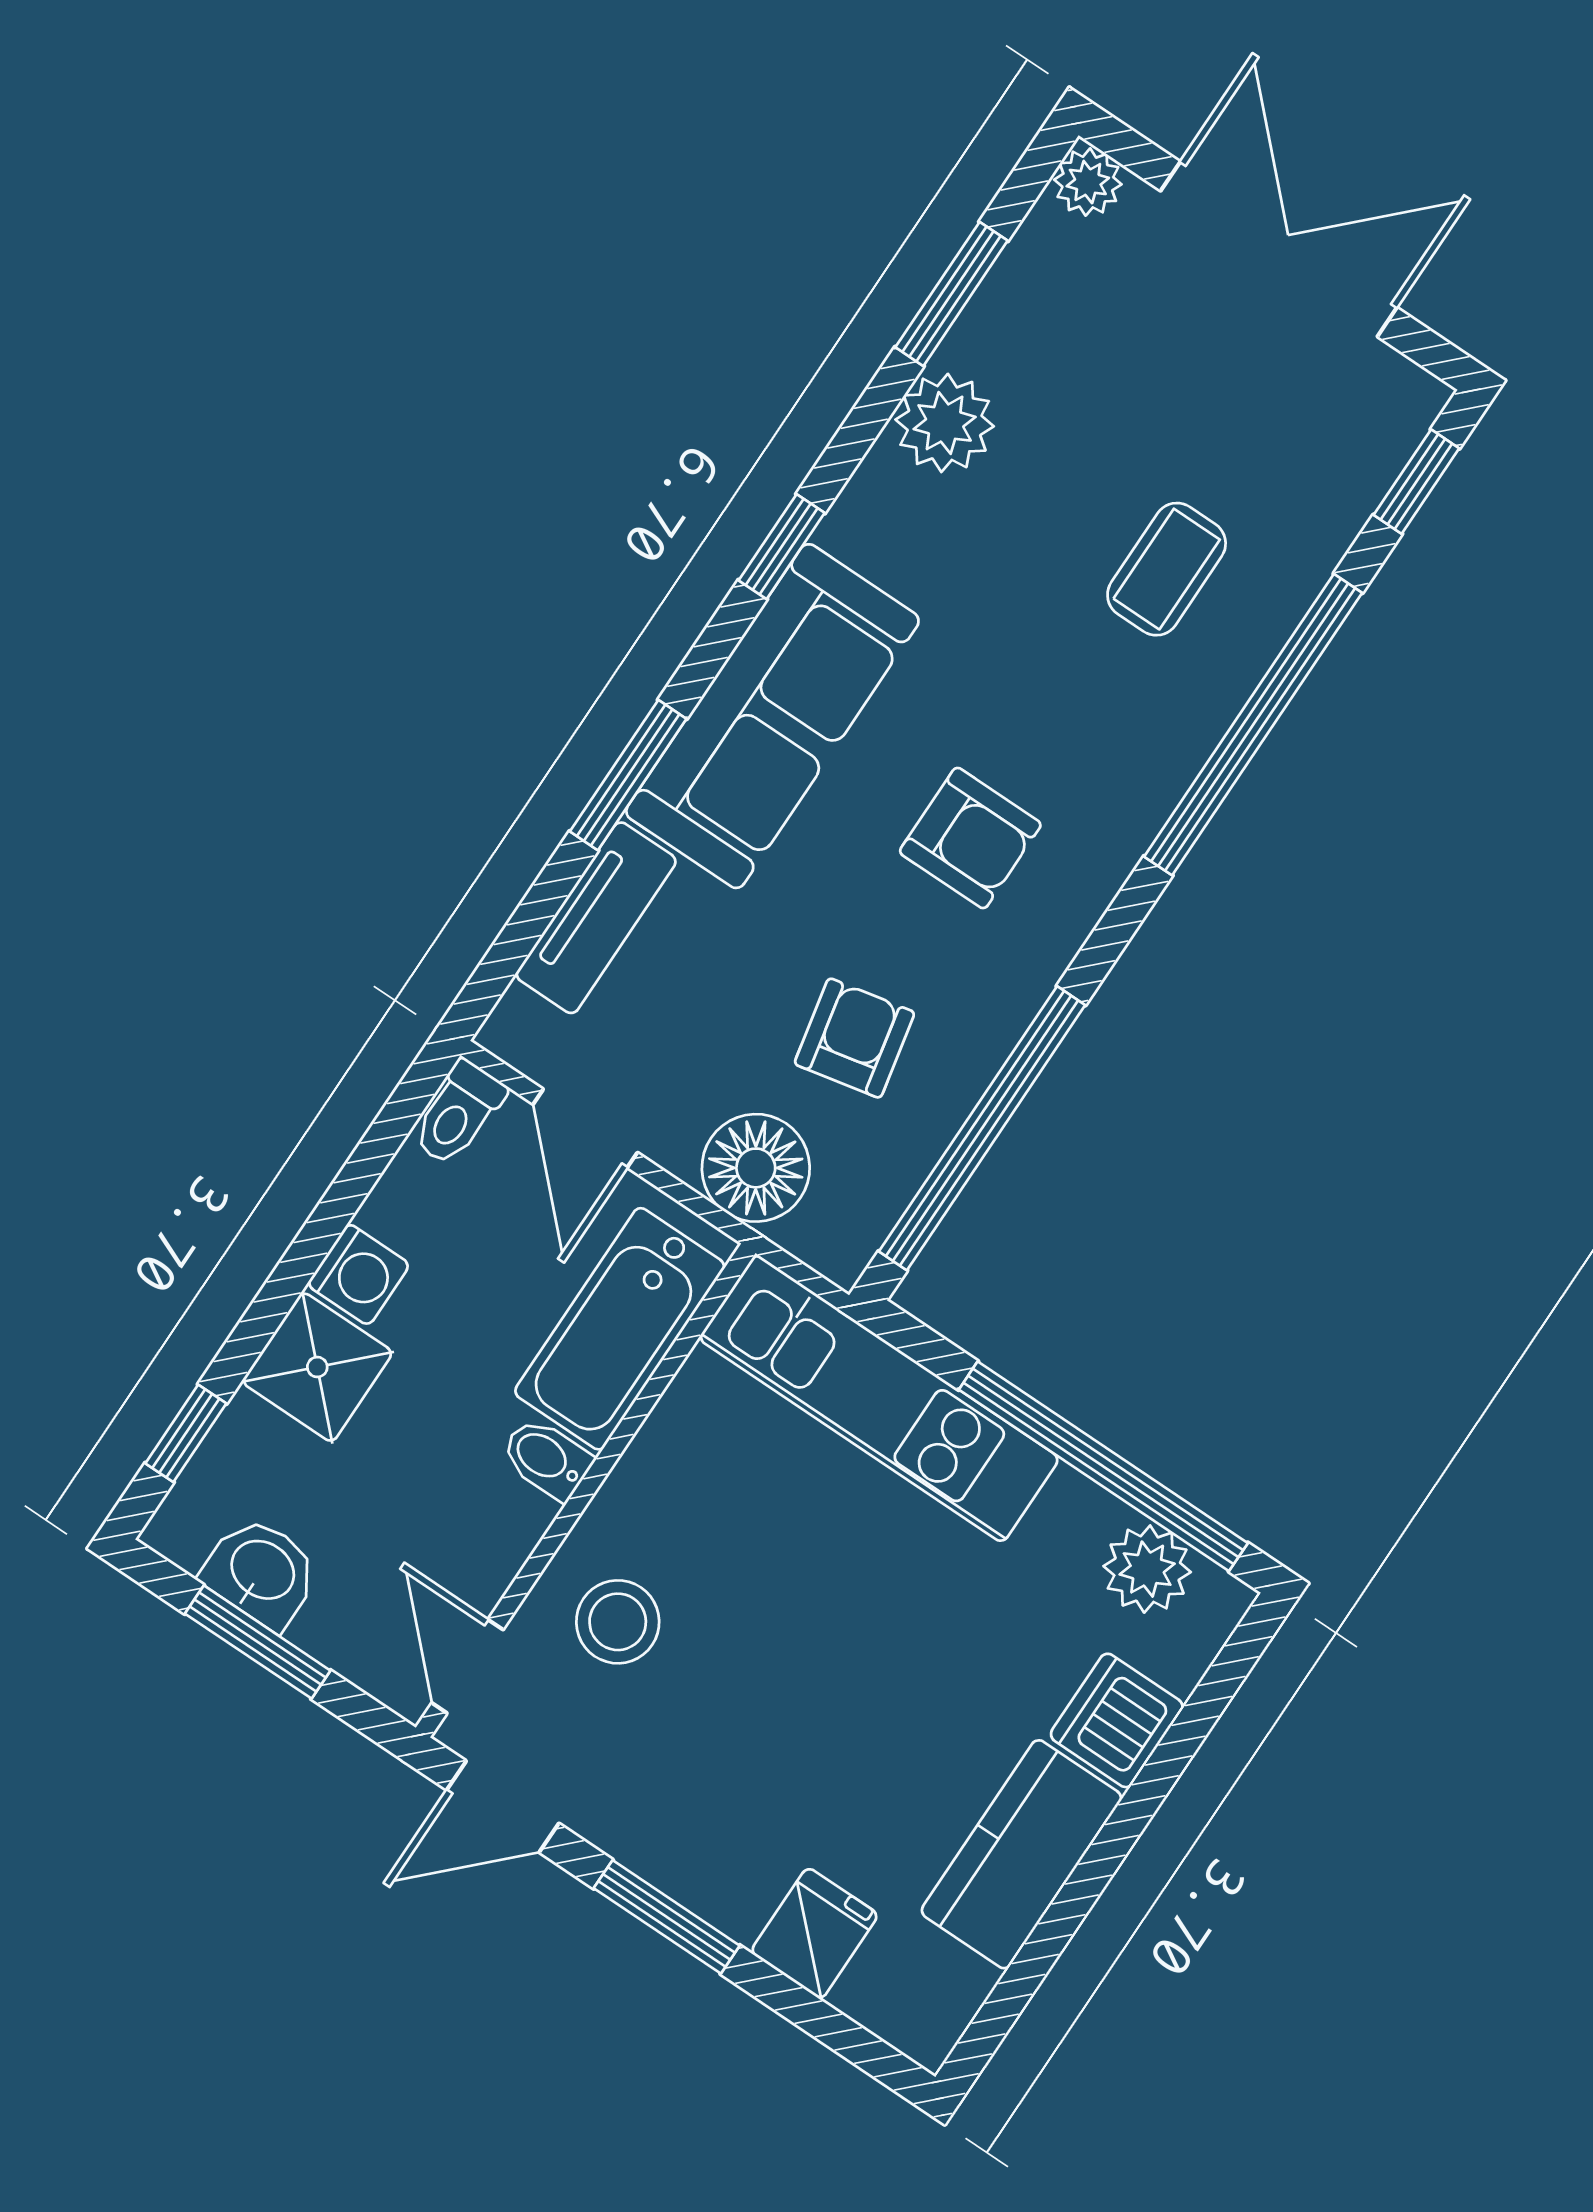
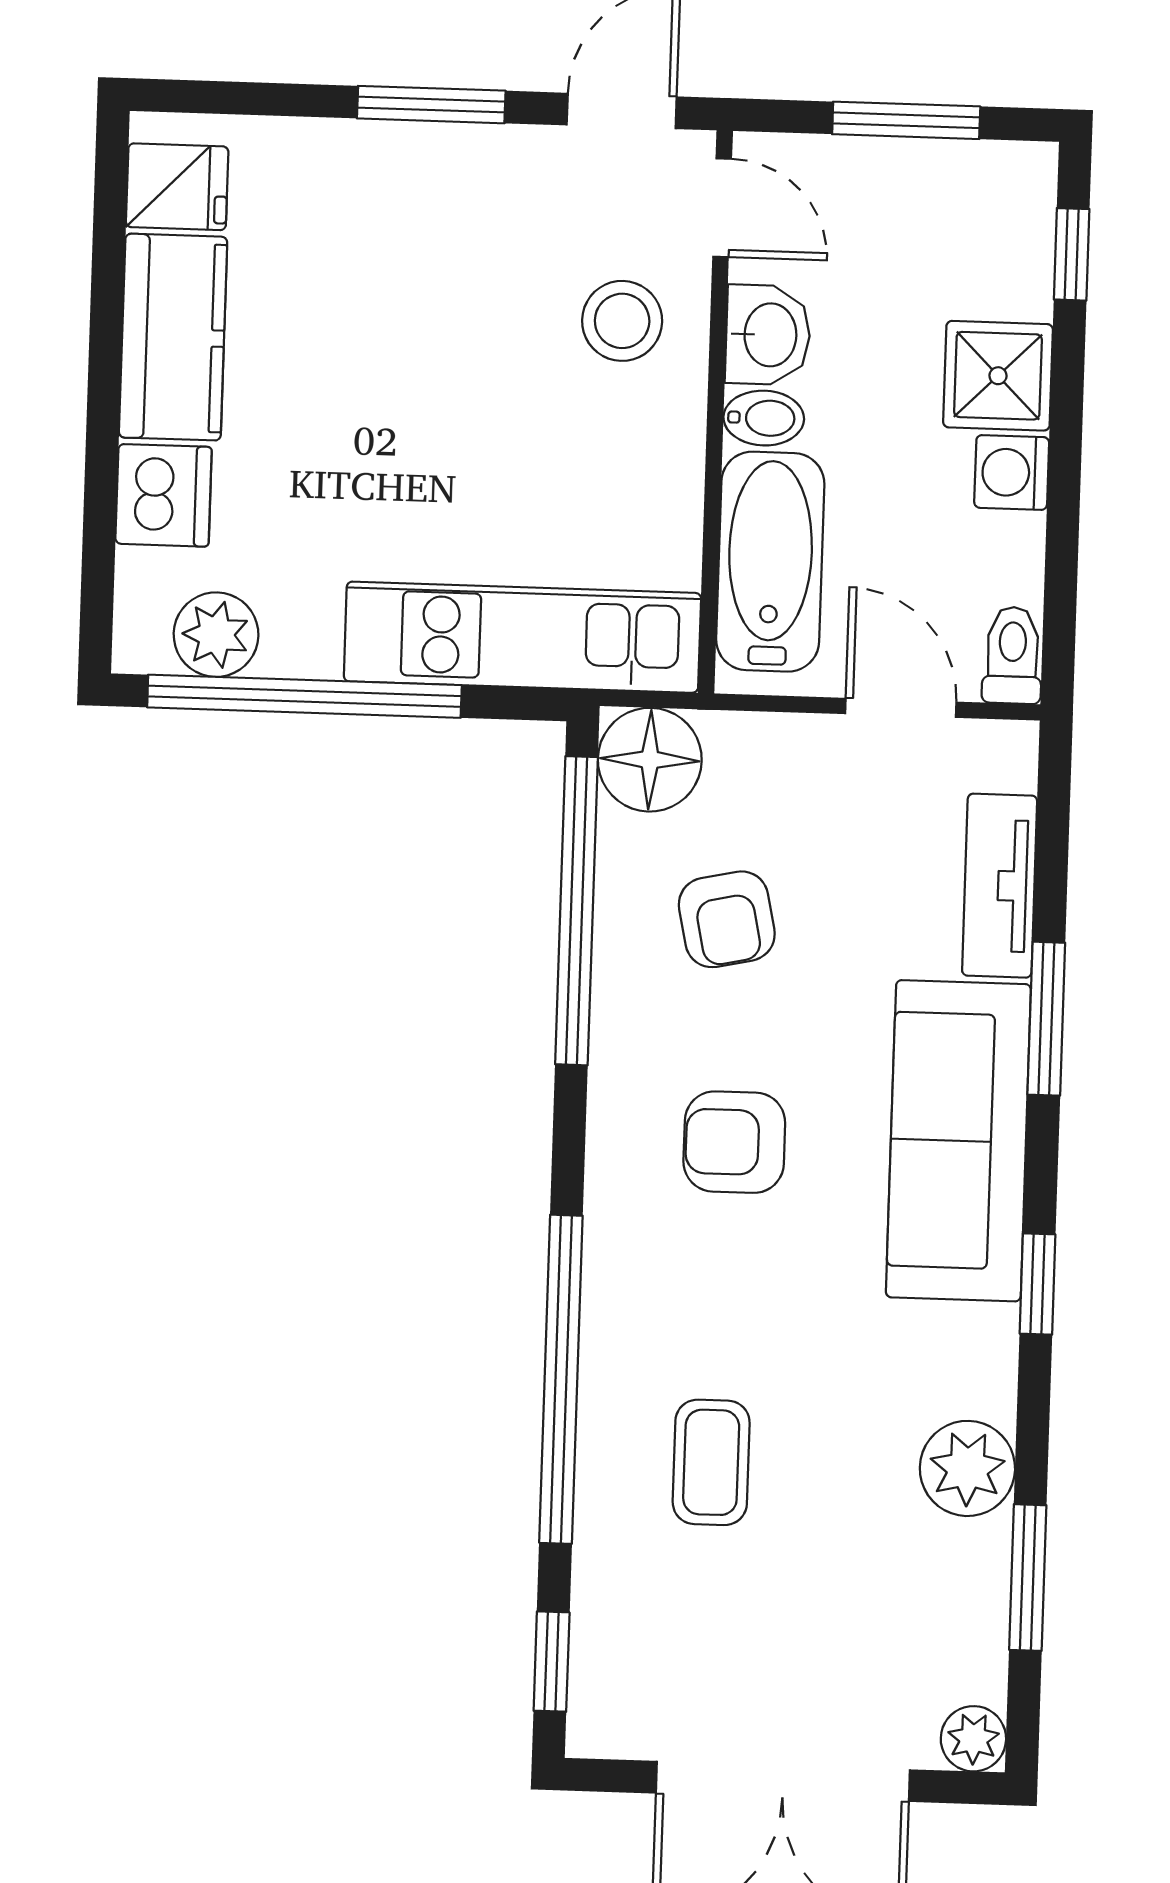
floor lamp: (756, 1168) -> (650, 760), moved
washbasin: (261, 1572) -> (768, 335), moved, turned -90
fridge: (814, 1933) -> (177, 187), moved, turned -90

